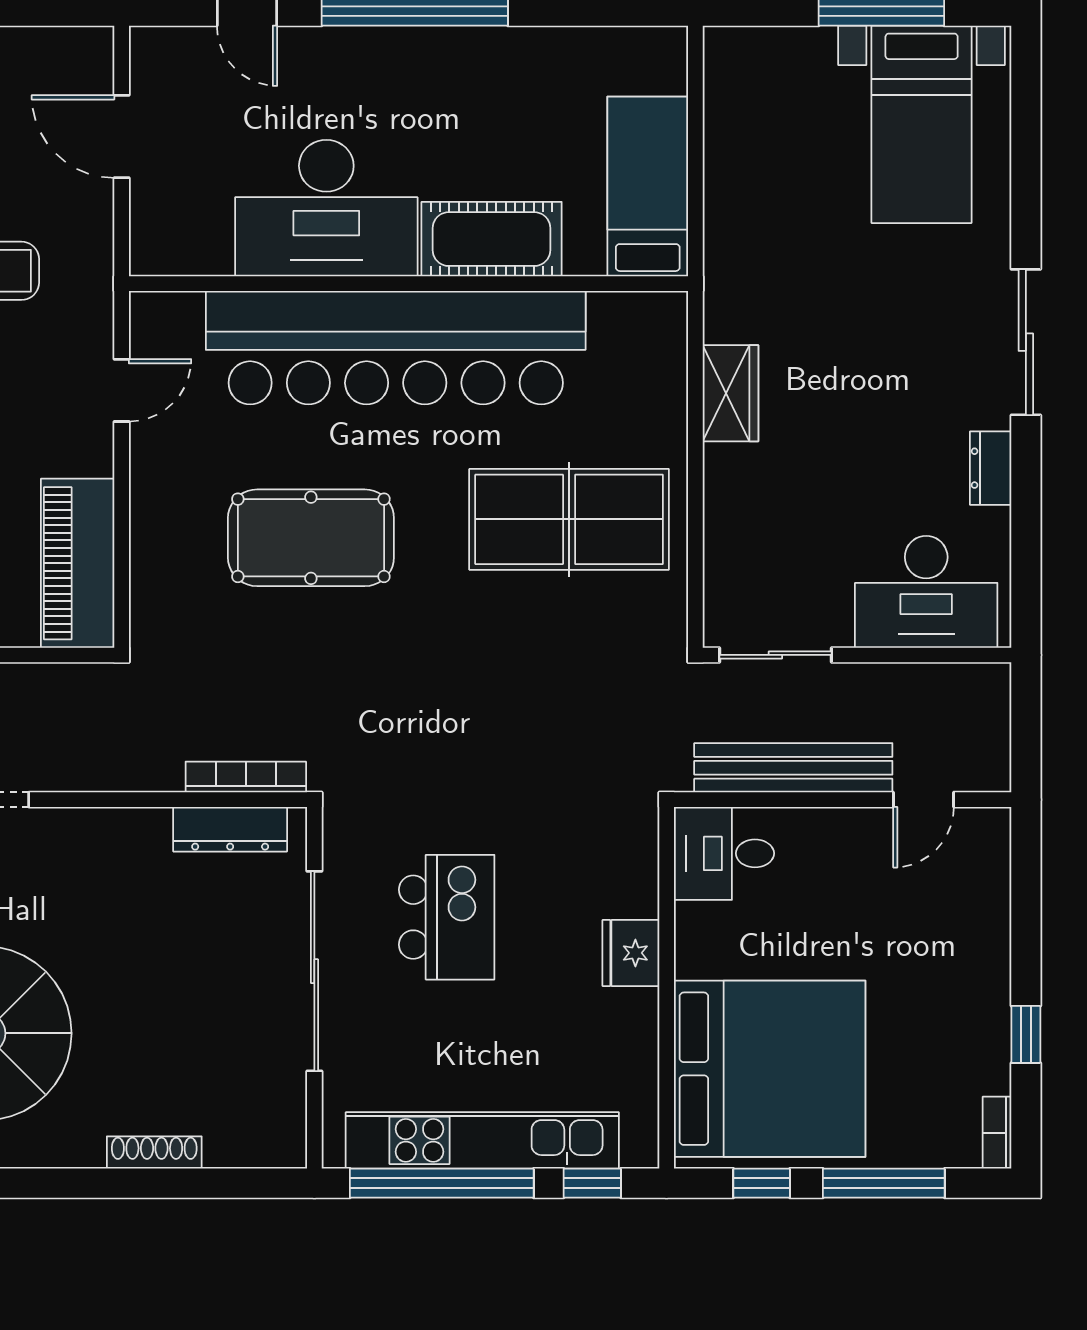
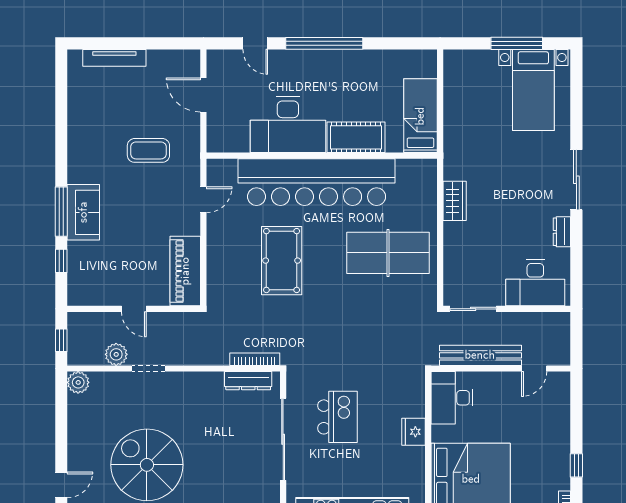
pool table: (311, 538) -> (282, 261), turned 90
desk: (724, 853) -> (452, 398), width x1.37

